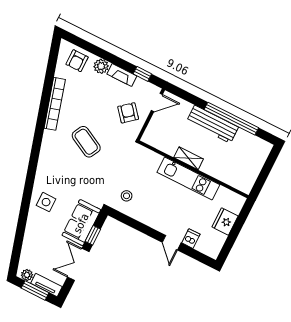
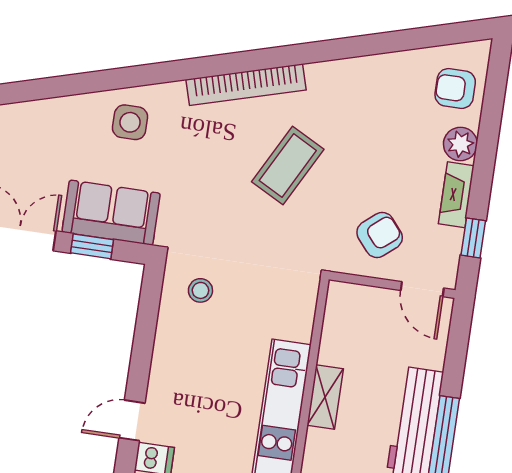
bookcase: (55, 104) -> (246, 85), moved

